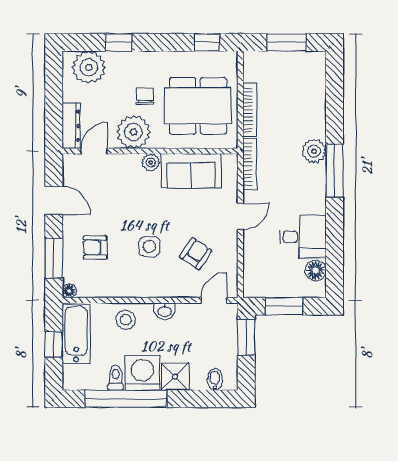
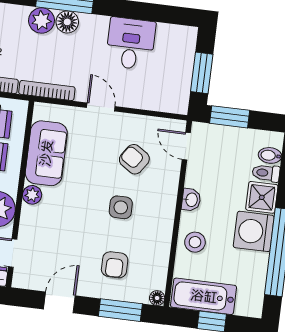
floor lamp: (316, 270) -> (67, 22), moved
toilet: (116, 378) -> (266, 173), moved

